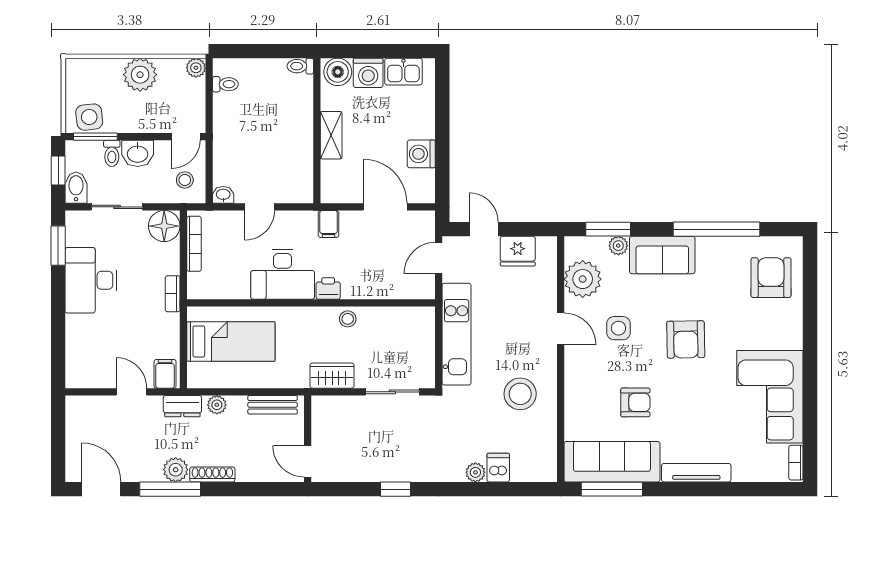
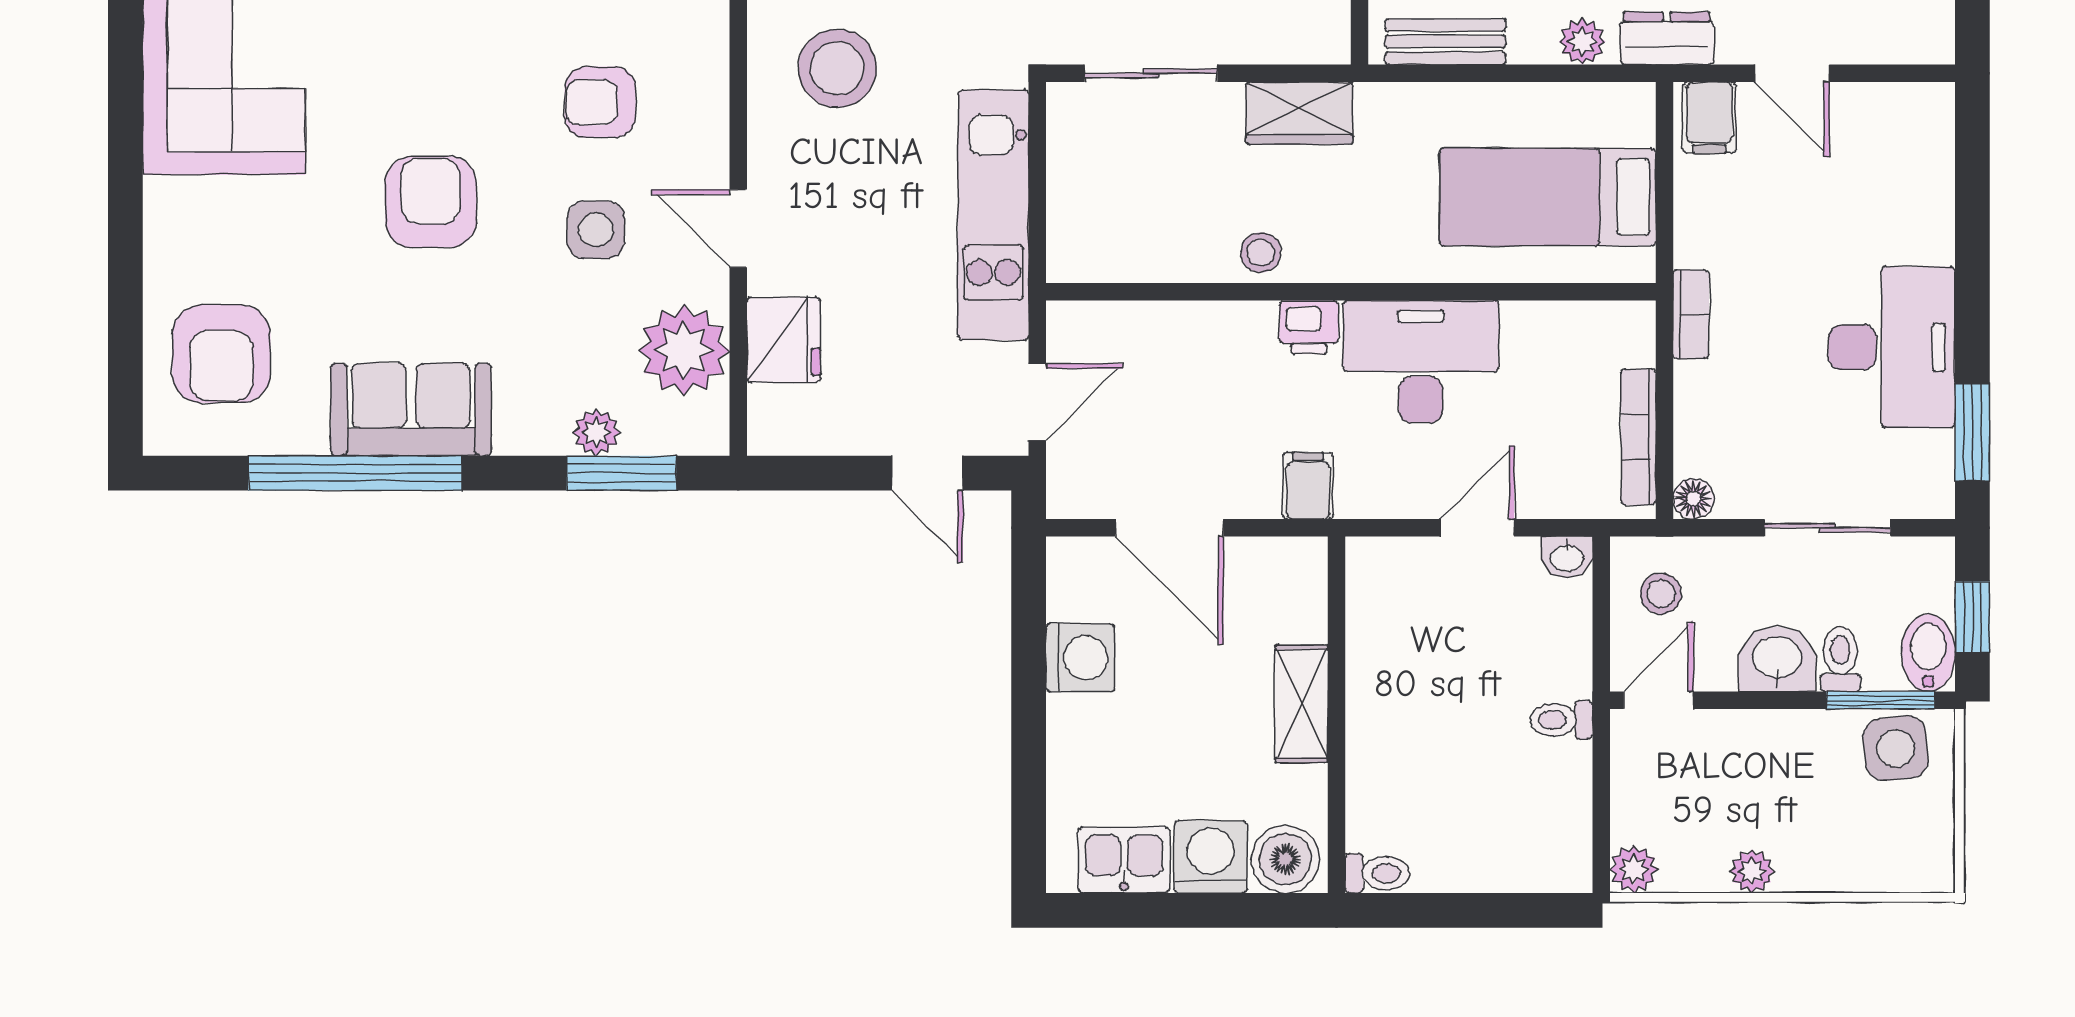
plant: (140, 75) -> (1752, 871), width x0.53, depth x0.53
toilet: (225, 84) -> (1561, 720), moved
bidet: (76, 188) -> (1928, 653), moved, turned 180
floor lamp: (164, 226) -> (1694, 499), width x0.53, depth x0.53
fridge: (518, 251) -> (784, 340), moved, turned 90
sofa: (662, 255) -> (411, 409), moved
armchair: (635, 402) -> (600, 102), moved

